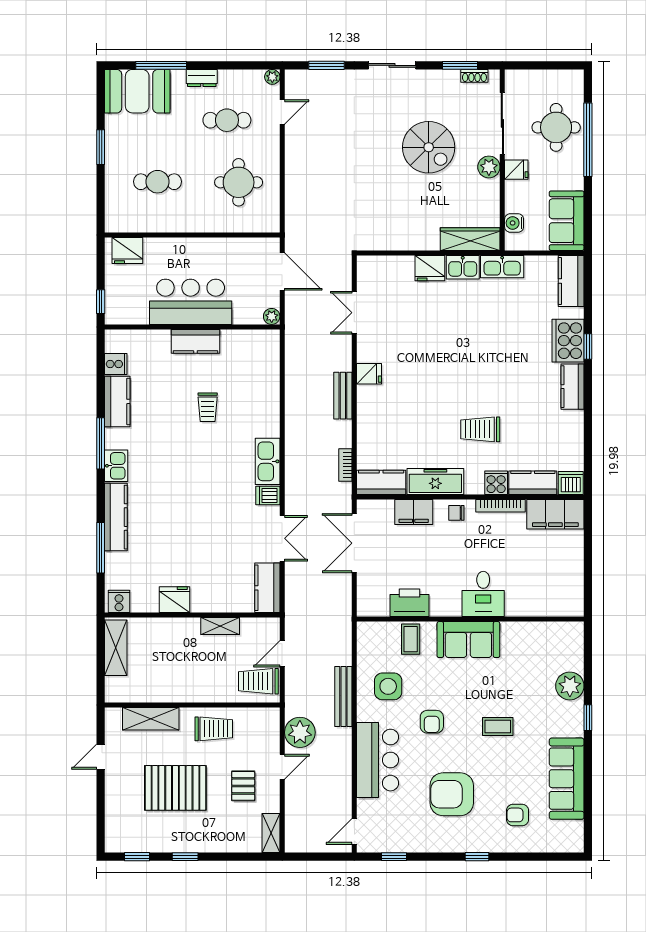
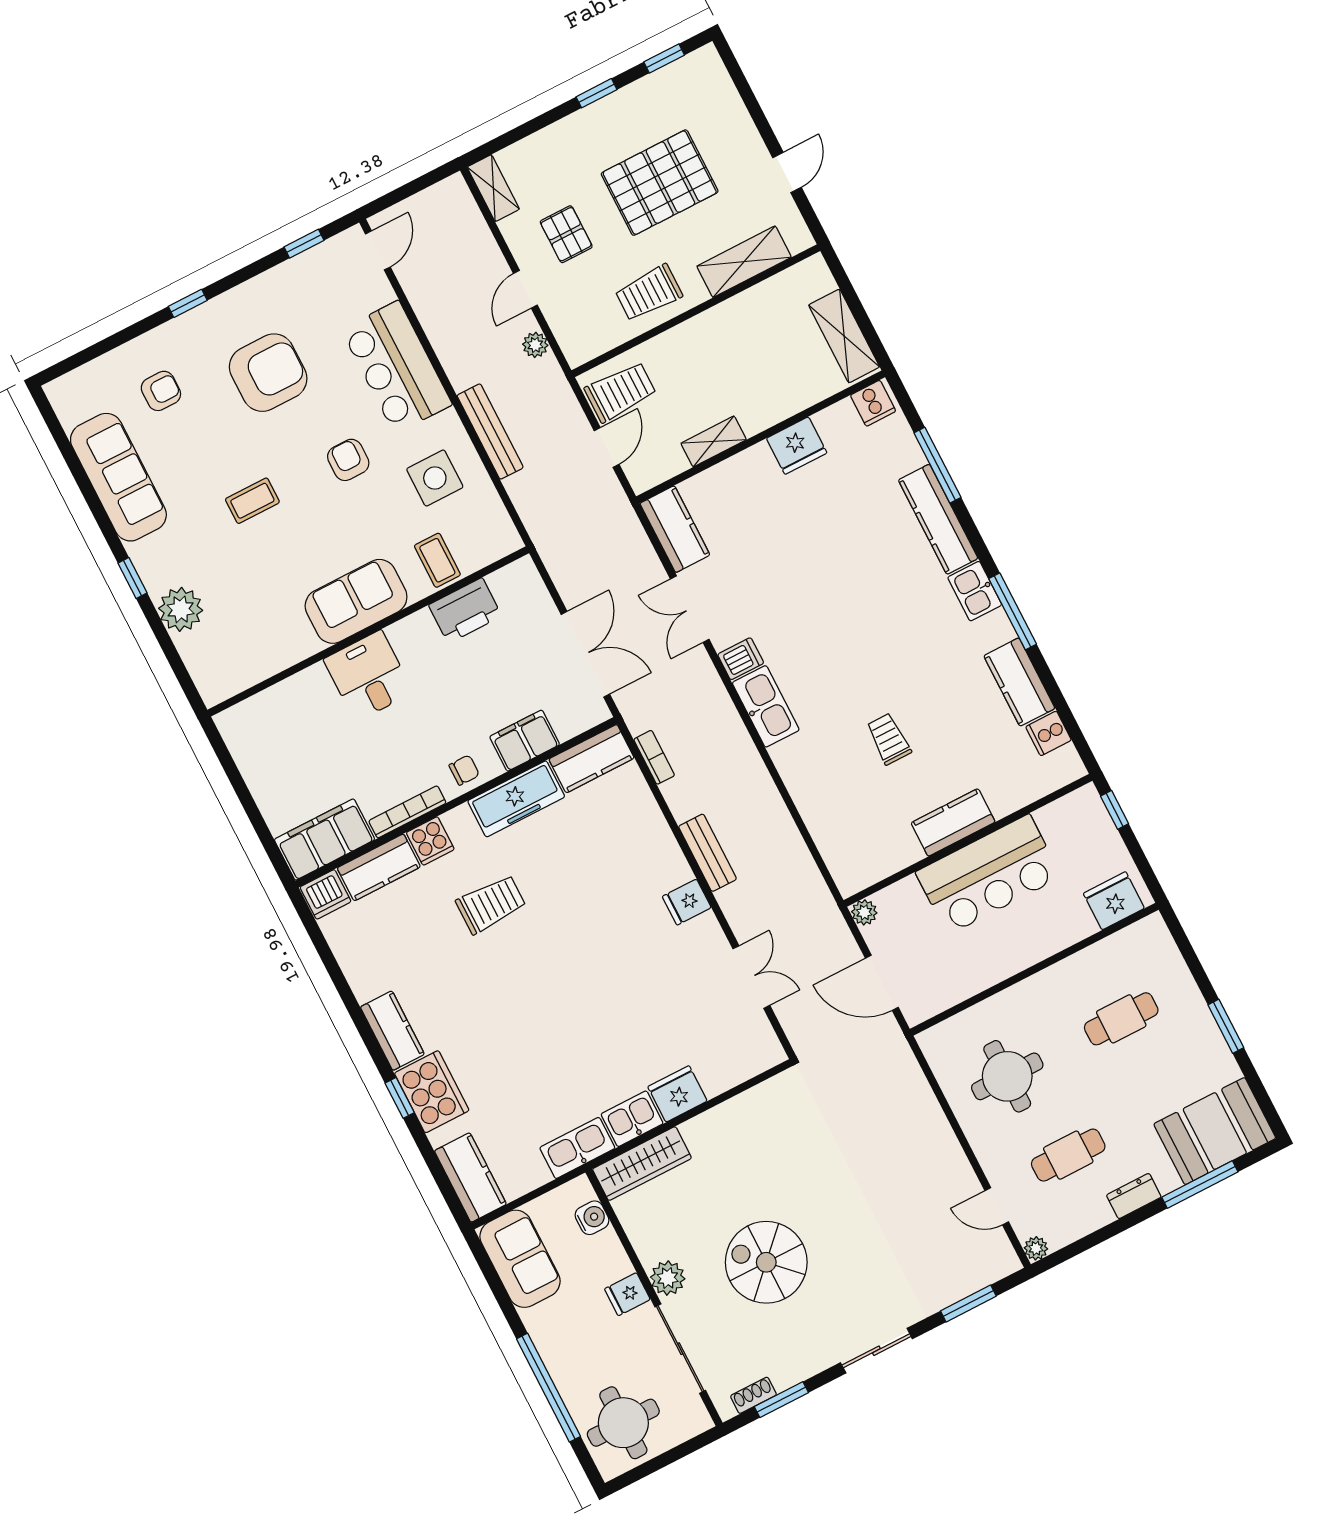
door: (282, 112) -> (997, 1206), hinge flipped
round table: (556, 127) -> (623, 1423), moved
plant: (300, 732) -> (535, 345), width x0.53, depth x0.53

